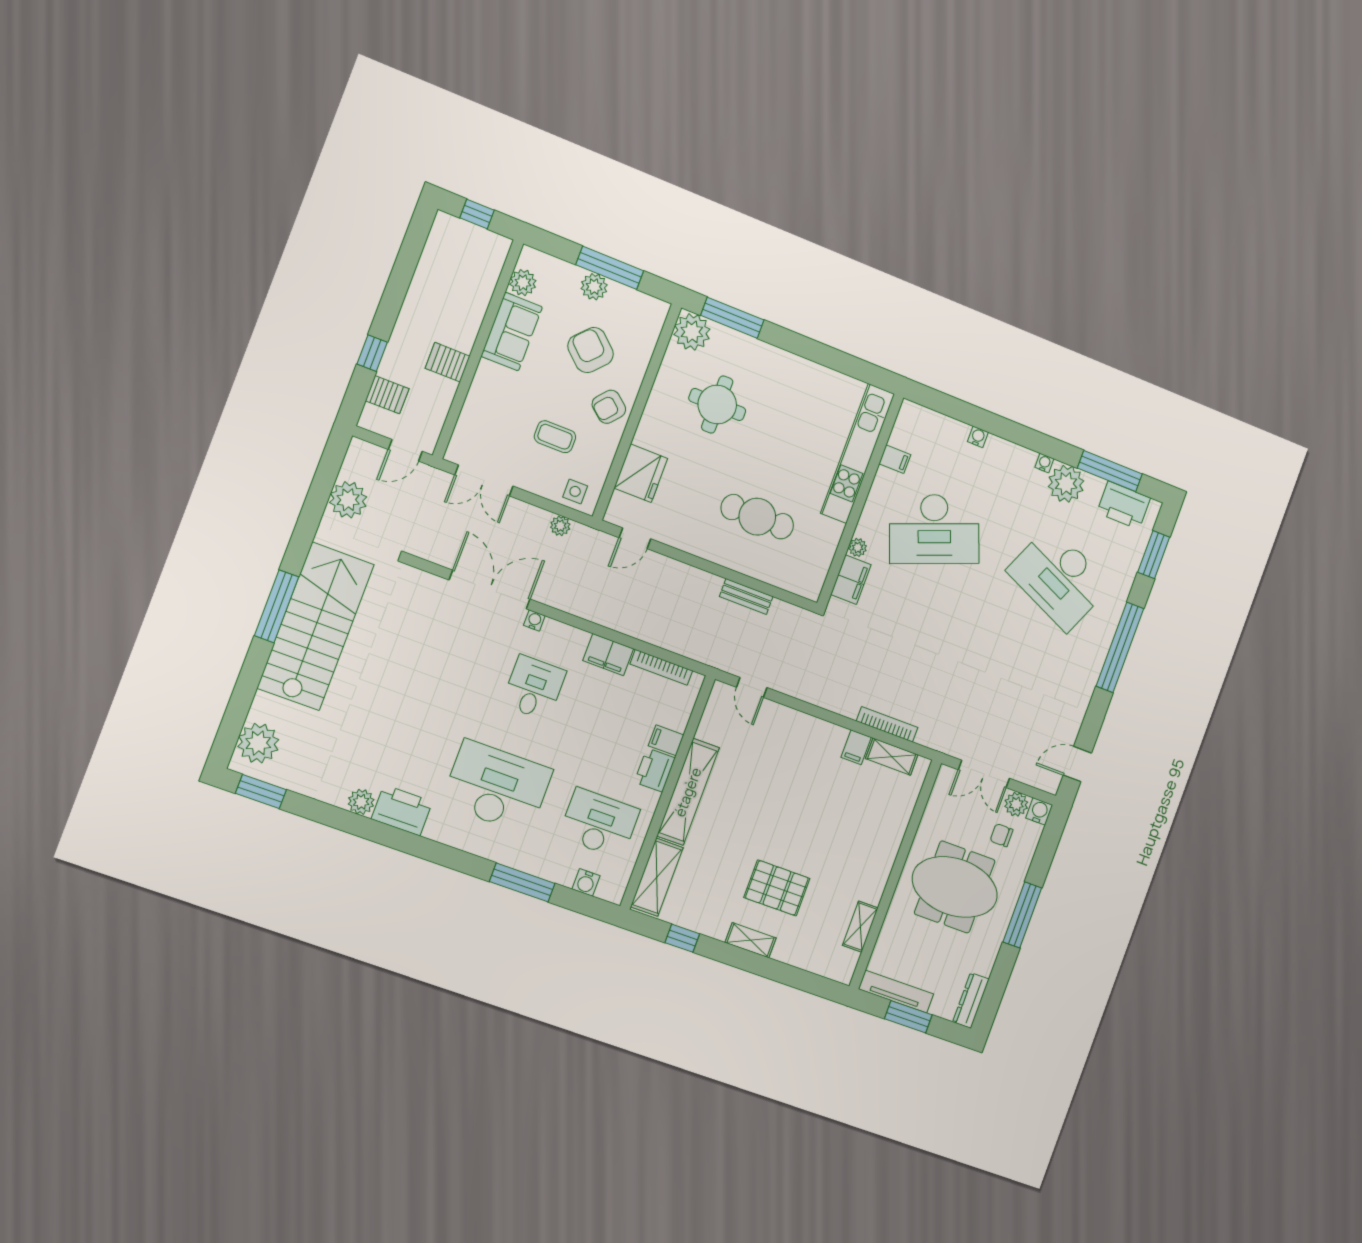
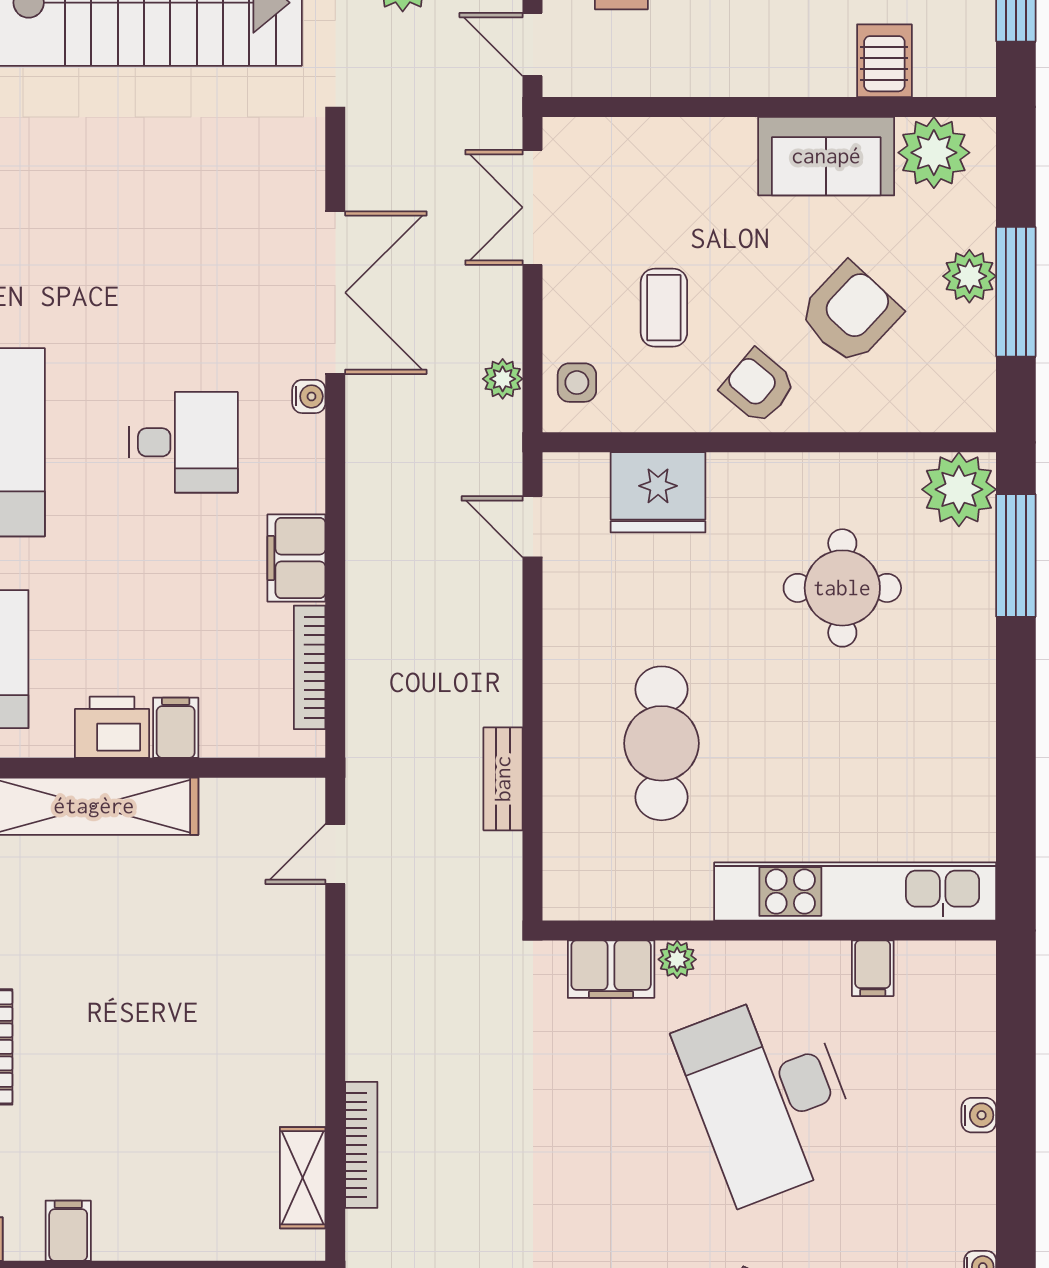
plant: (523, 283) -> (934, 153), width x1.36, depth x1.36
server rack: (448, 362) -> (884, 61), moved
filing cabinet: (856, 747) -> (68, 1231), moved, turned 90

